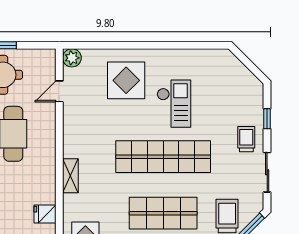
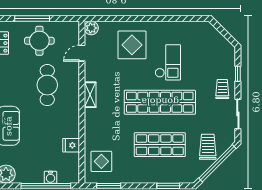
shelving: (70, 176) -> (90, 95), moved

